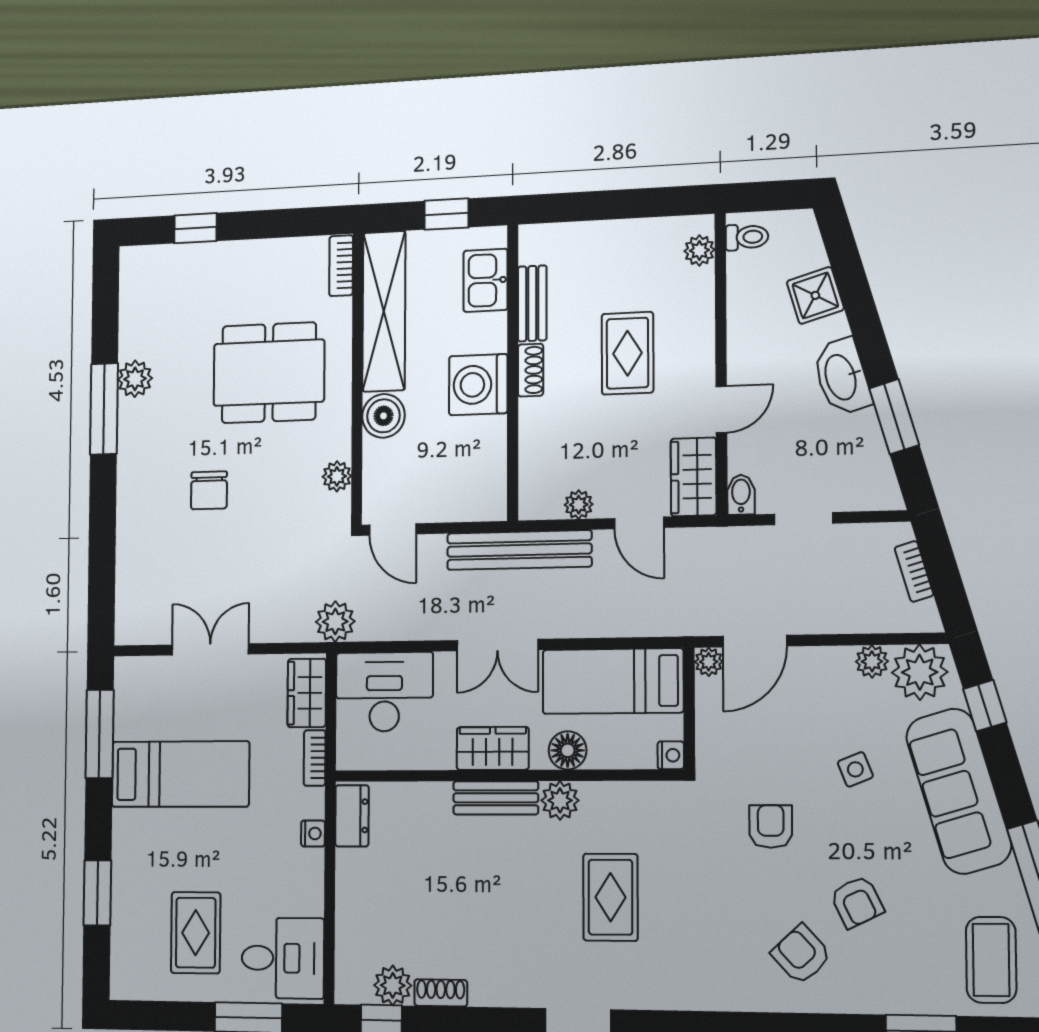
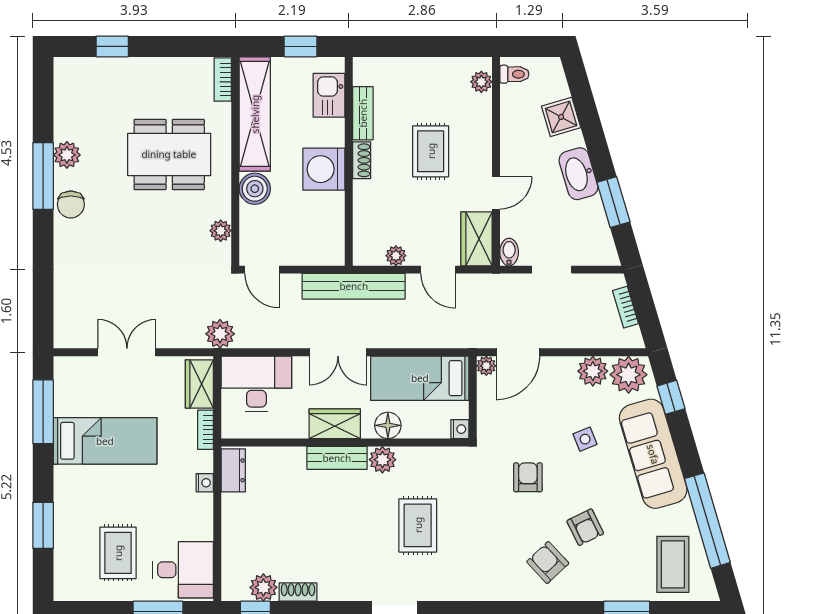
chair: (209, 490) -> (71, 204), moved
plant: (872, 661) -> (593, 371), width x1.38, depth x1.38

